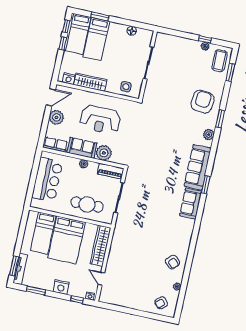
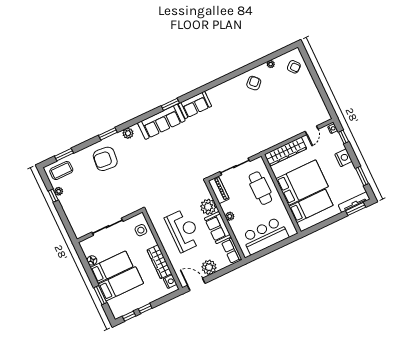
bed: (78, 34) -> (112, 267), moved

